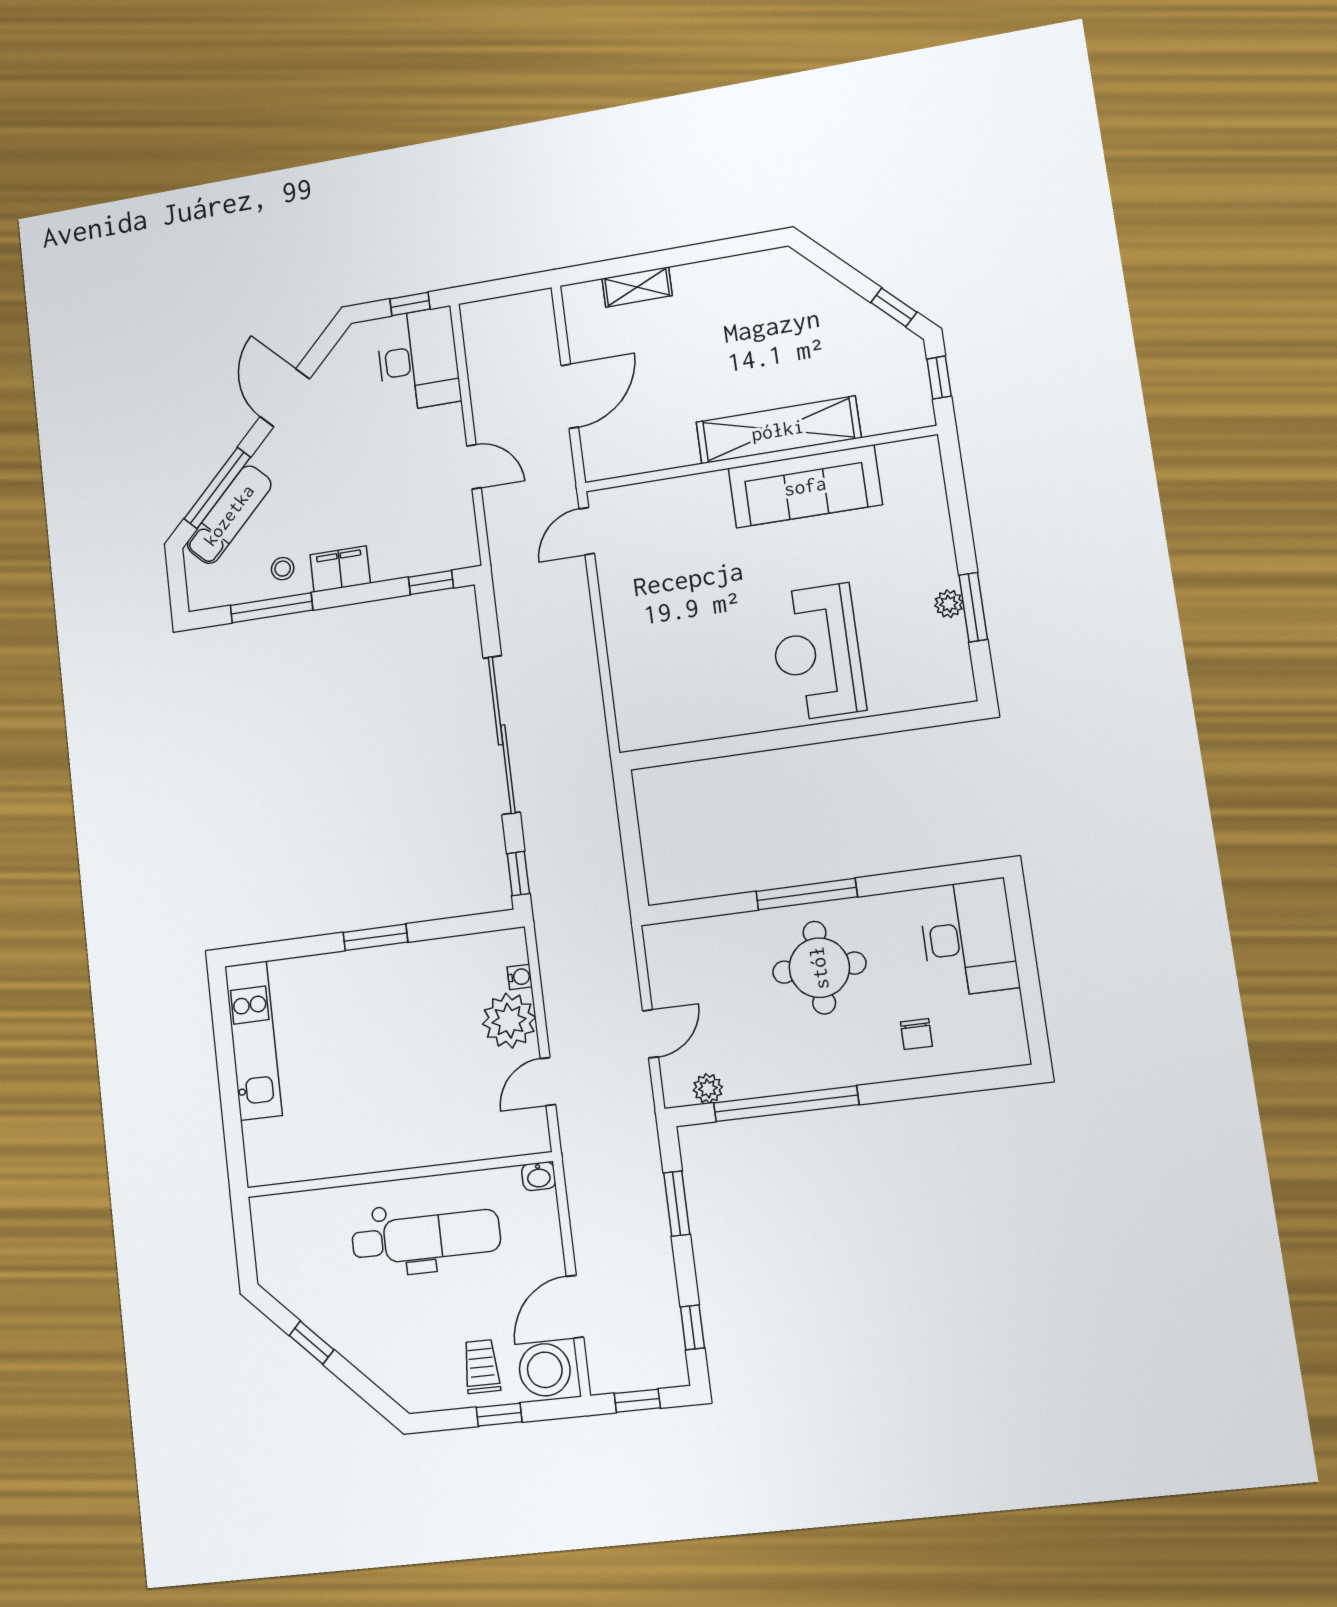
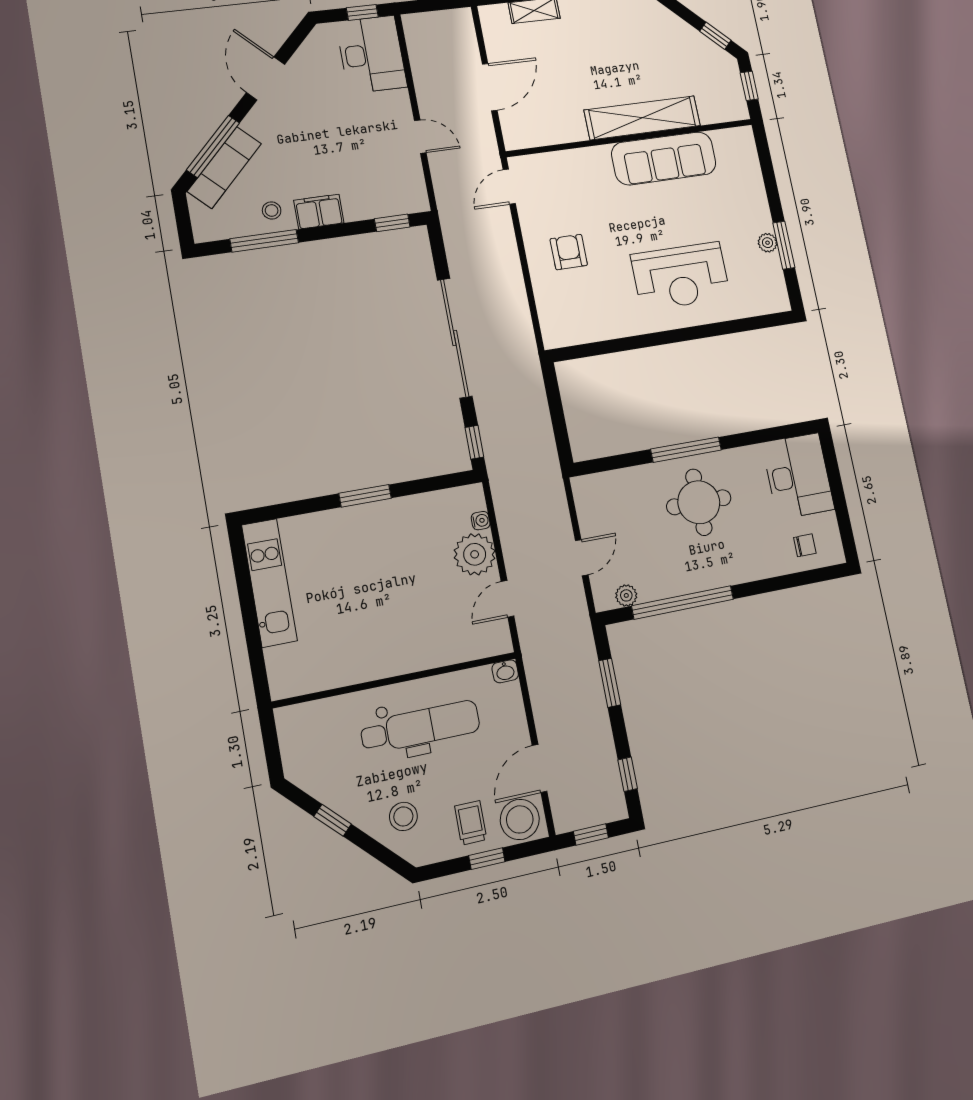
armchair: (662, 619) -> (569, 252), added
reception desk: (817, 652) -> (681, 276), turned -90
chair: (916, 1034) -> (805, 545), moved, turned -90
stool: (398, 1348) -> (403, 816), added

